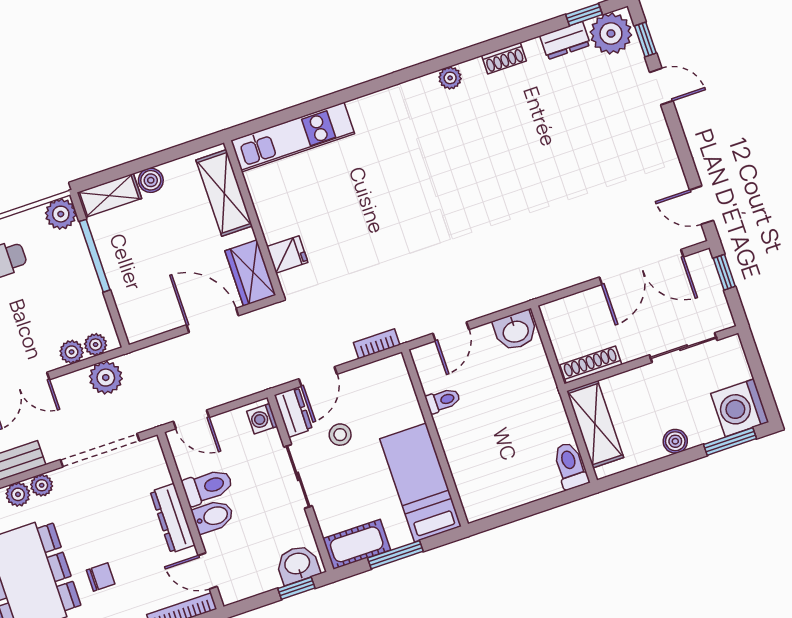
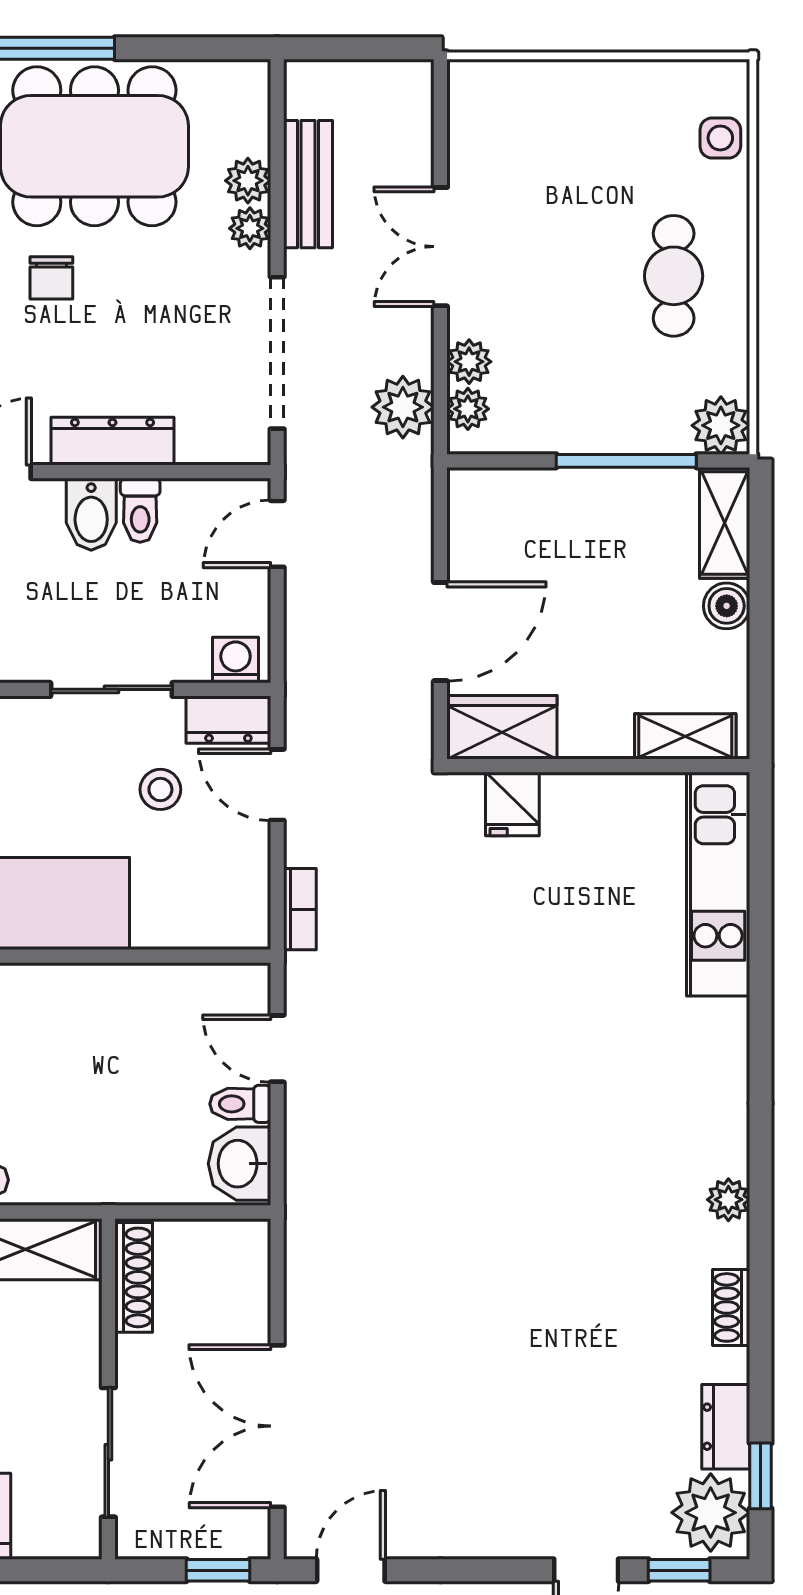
shelving: (224, 193) -> (685, 736), width x0.67, depth x0.75
toilet: (443, 400) -> (240, 1104), moved, turned 90
toilet: (208, 487) -> (140, 510), width x0.73, depth x0.72

